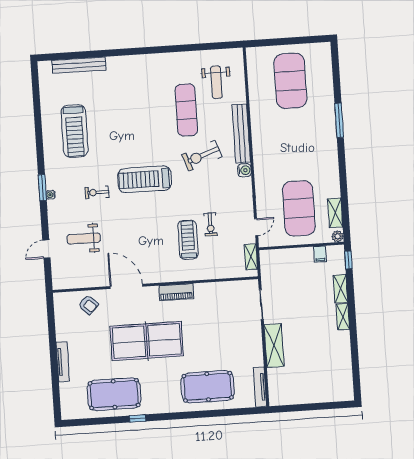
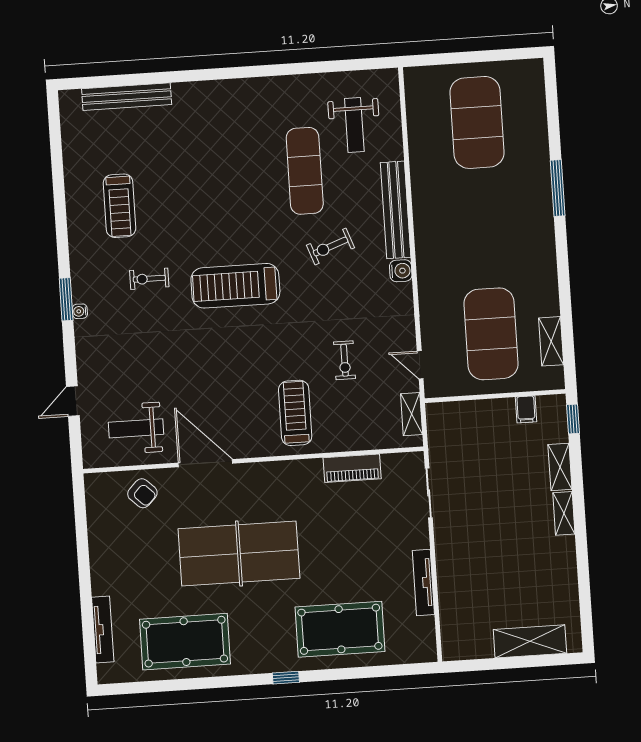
treadmill: (75, 131) -> (119, 206), width x0.73, depth x0.73
exercise bike: (202, 156) -> (331, 247), width x0.73, depth x0.72
exercise bike: (97, 192) -> (149, 279), moved
door: (256, 227) -> (420, 365), swing flipped
plant: (338, 236) -> (555, 380), removed
weight bench: (84, 238) -> (136, 428), moved
treadmill: (188, 240) -> (295, 413), moved
piano: (176, 292) -> (352, 468), moved
shelving: (274, 346) -> (530, 641), moved, turned 90
tv unit: (63, 362) -> (103, 630), moved
tv unit: (260, 387) -> (423, 582), moved
window: (138, 418) -> (286, 678), moved

